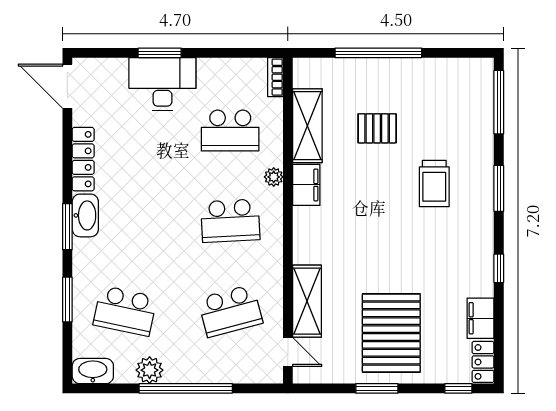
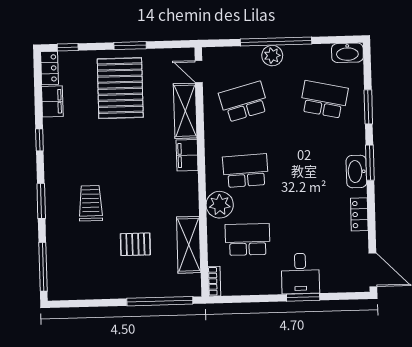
window: (378, 53) -> (160, 301), moved
desk: (162, 84) -> (300, 273), width x0.73
locker: (83, 159) -> (359, 214), width x0.66
plant: (274, 177) -> (220, 205), width x1.88, depth x1.88
filing cabinet: (306, 185) -> (187, 155), moved
plant: (150, 370) -> (272, 56), moved

